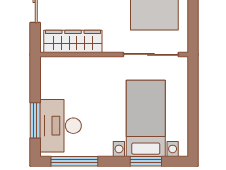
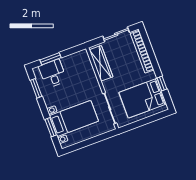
desk: (60, 126) -> (53, 74), width x0.73
window: (74, 161) -> (36, 88), width x0.69

